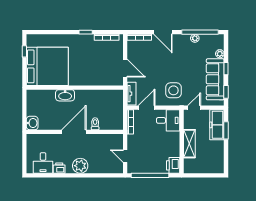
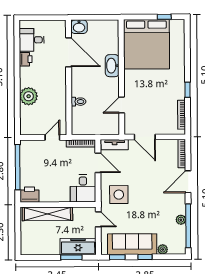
door: (125, 68) -> (145, 137), hinge flipped
door: (98, 88) -> (122, 105), added
door: (74, 132) -> (69, 52), moved
shelving: (189, 144) -> (47, 214), width x1.47
door: (125, 156) -> (52, 137), moved
plant: (80, 166) -> (29, 96), moved

